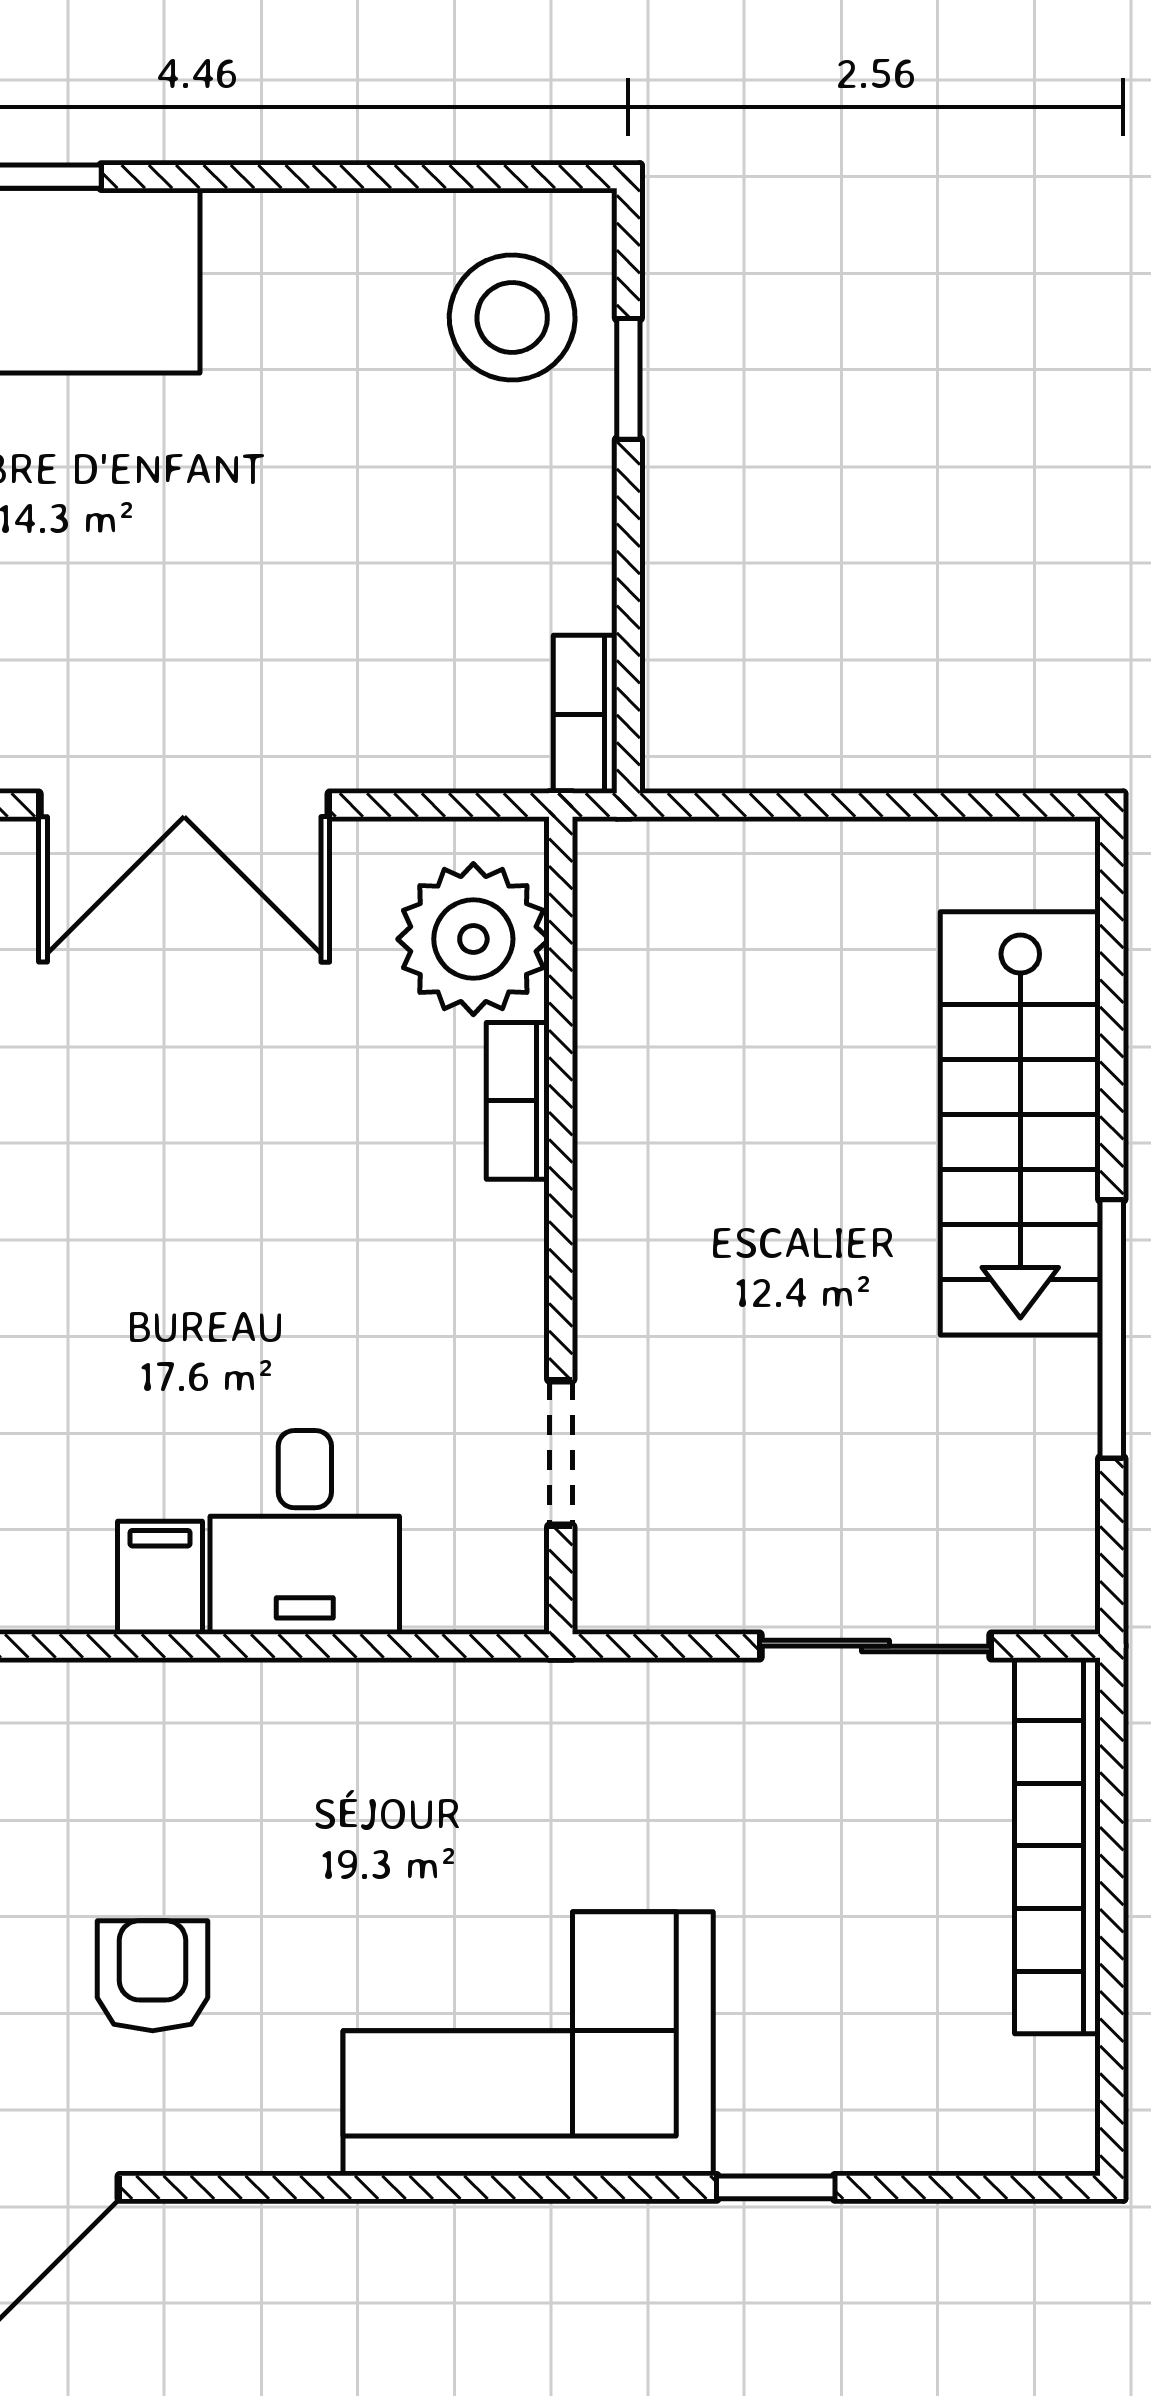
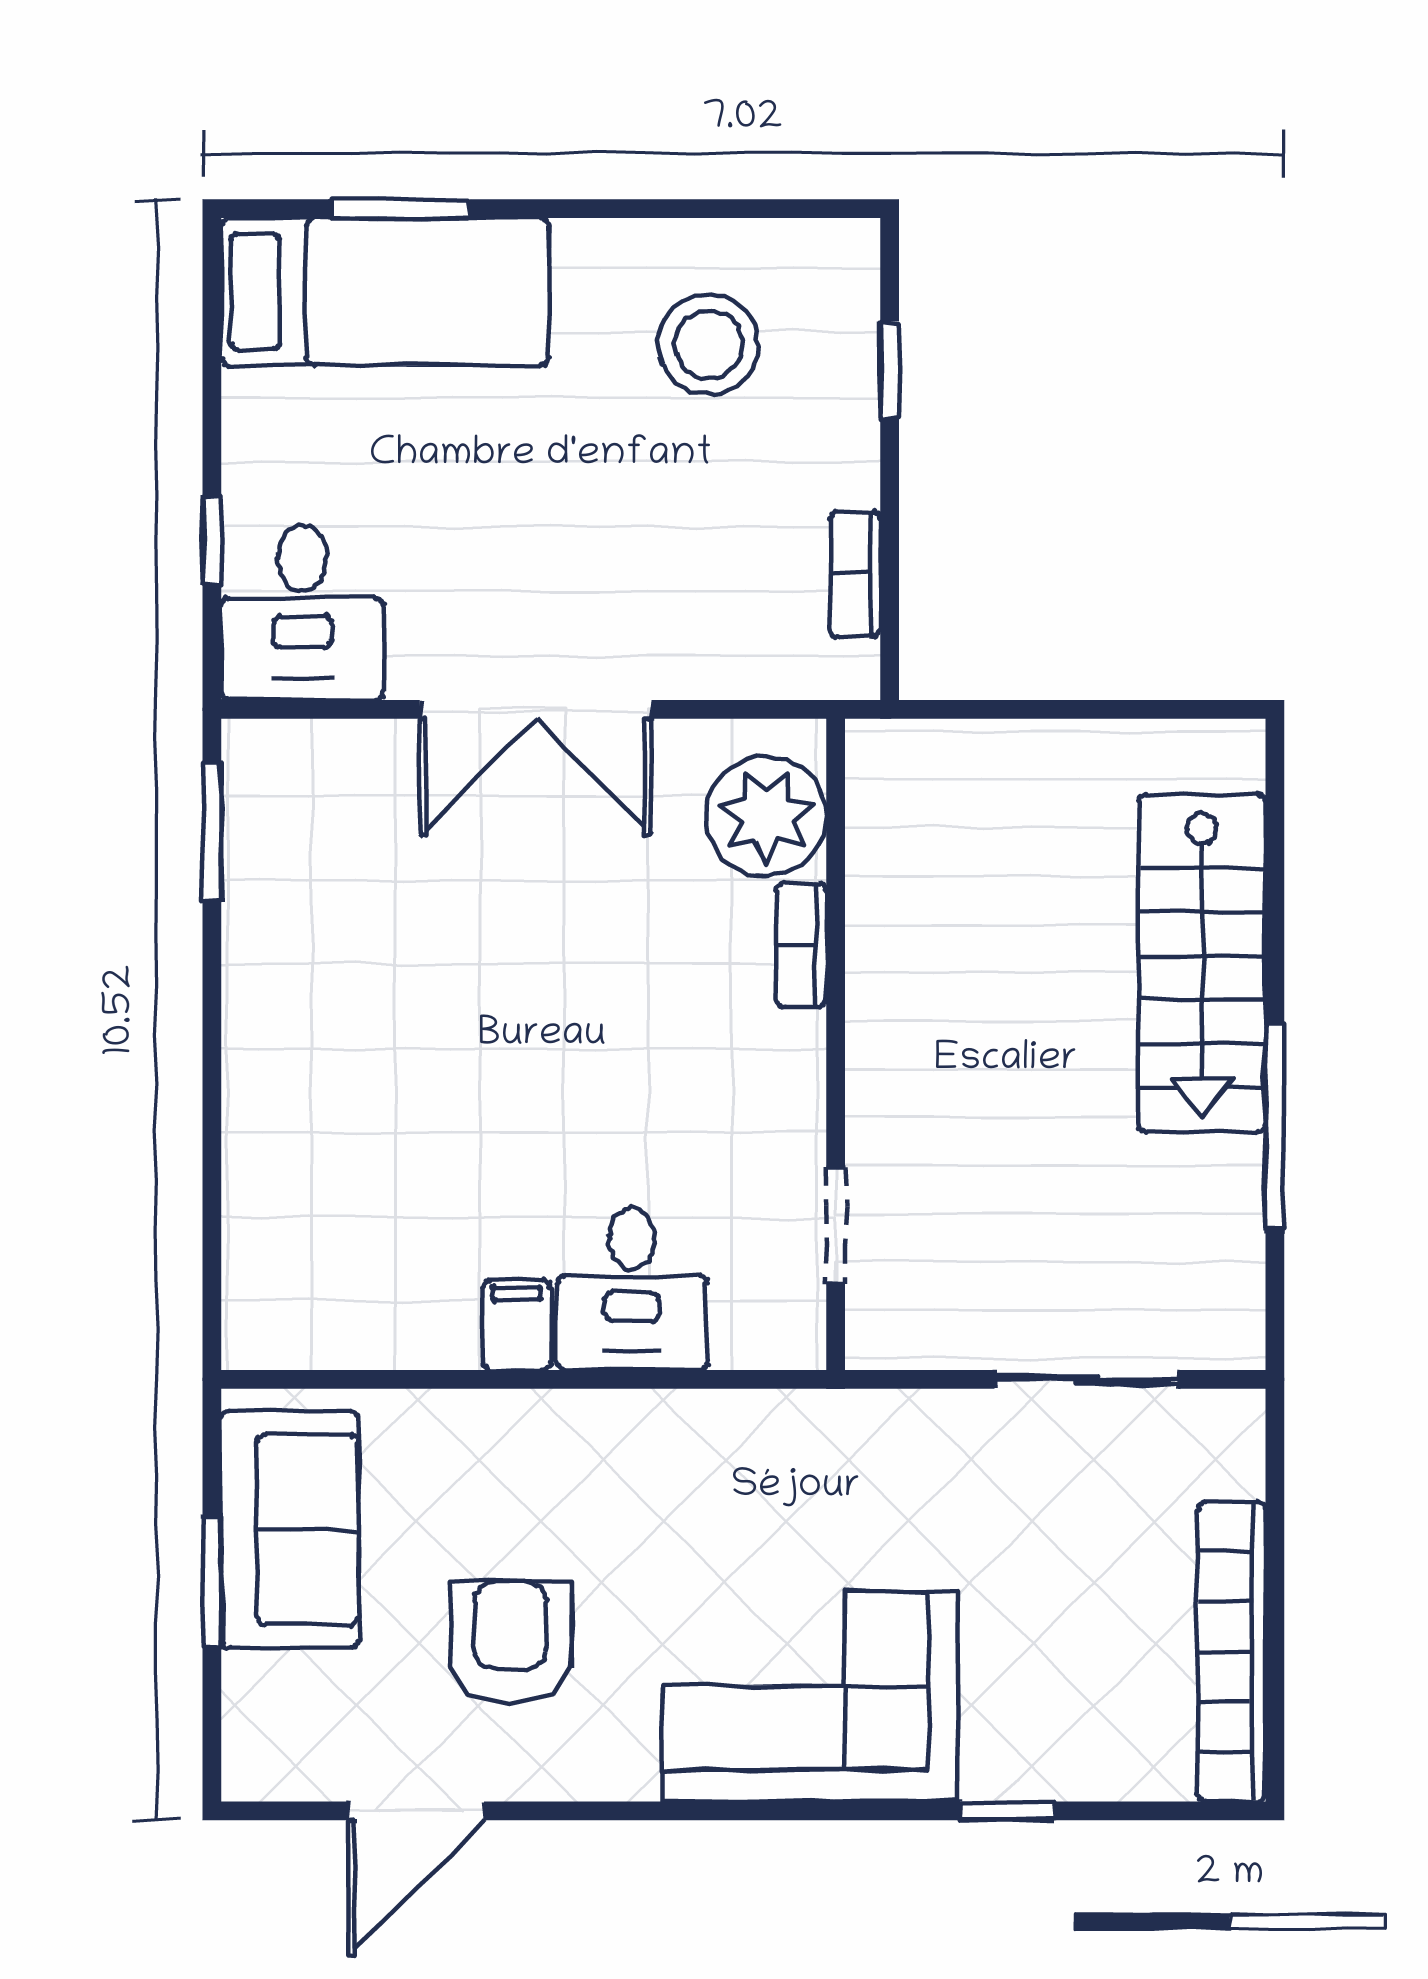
stool: (512, 318) -> (709, 344), moved
bookcase: (585, 714) -> (855, 574), moved
bookcase: (1057, 1846) -> (1231, 1652), moved
armchair: (153, 1976) -> (511, 1642), width x1.38, depth x1.38

